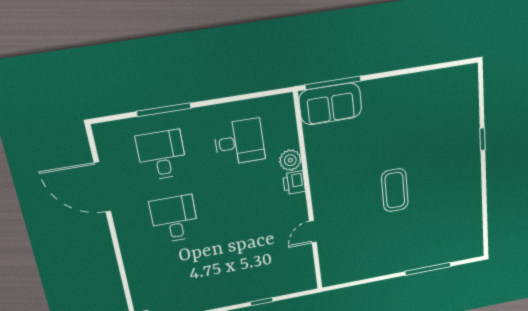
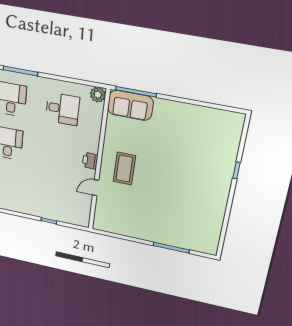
plant: (290, 160) -> (98, 95), moved
printer: (294, 183) -> (90, 161), moved
coffee table: (395, 190) -> (124, 169), moved

